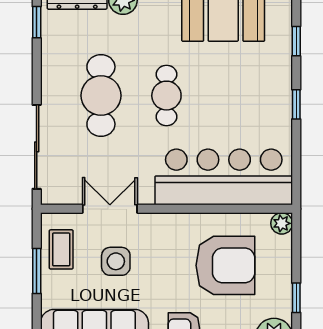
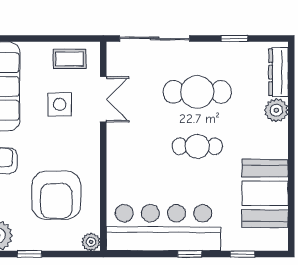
window: (37, 22) -> (234, 39), moved
bar counter: (224, 177) -> (163, 228), moved, turned -90
window: (37, 271) -> (52, 39), removed

